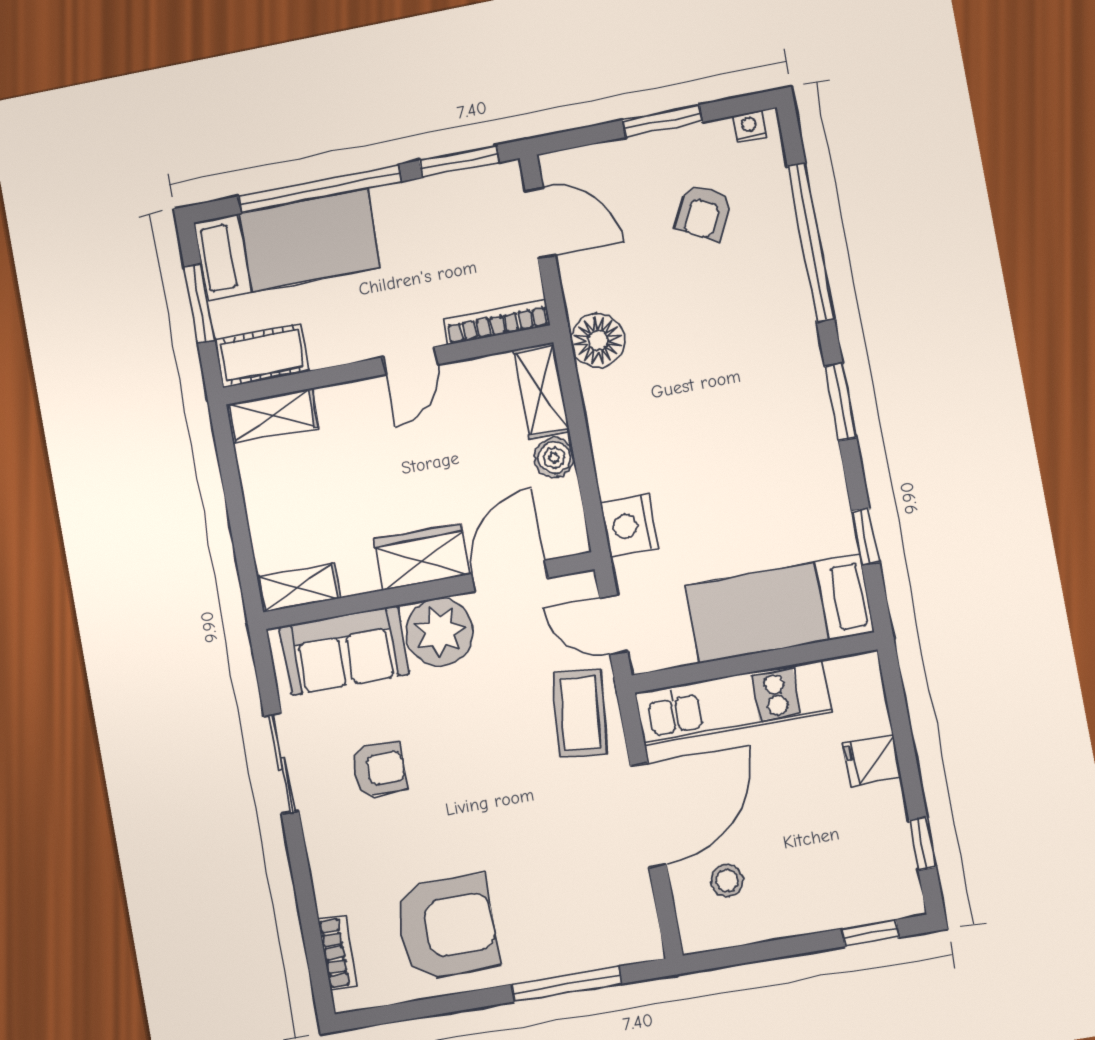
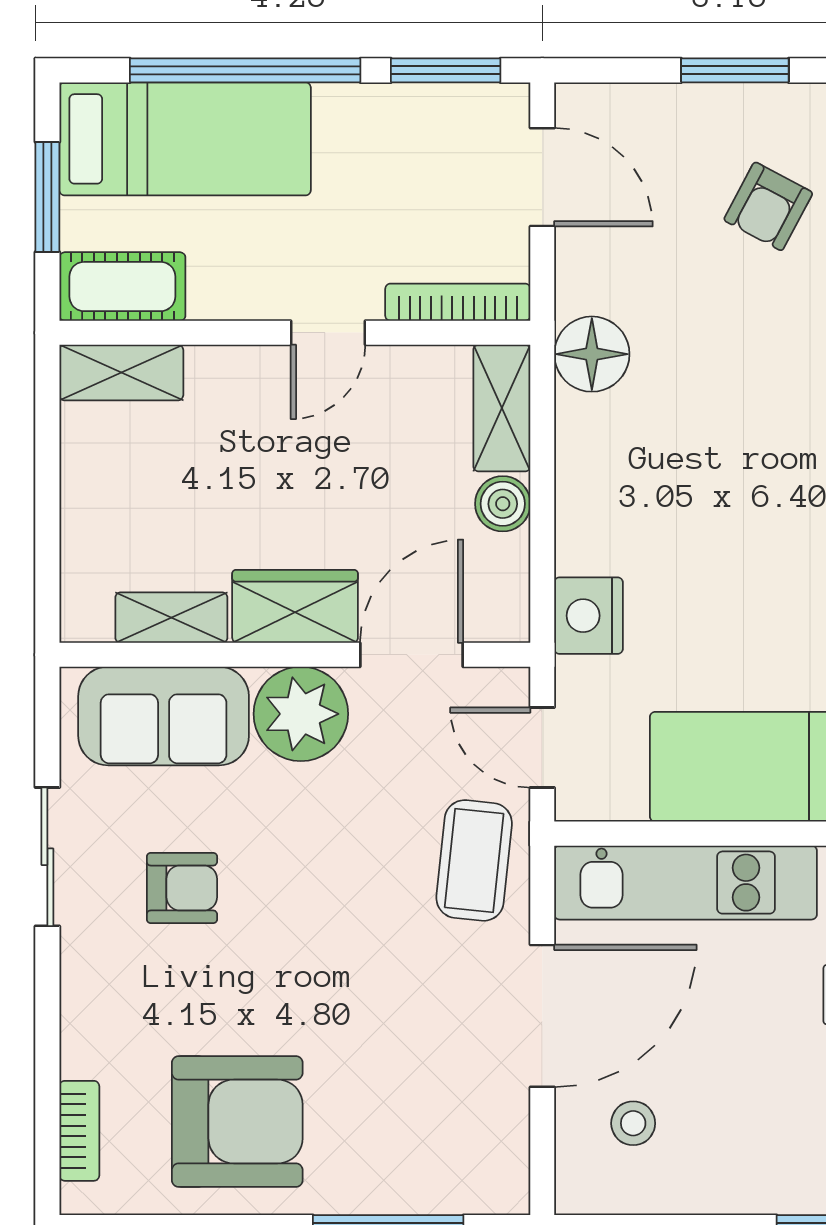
shelving: (298, 588) -> (171, 618), moved

